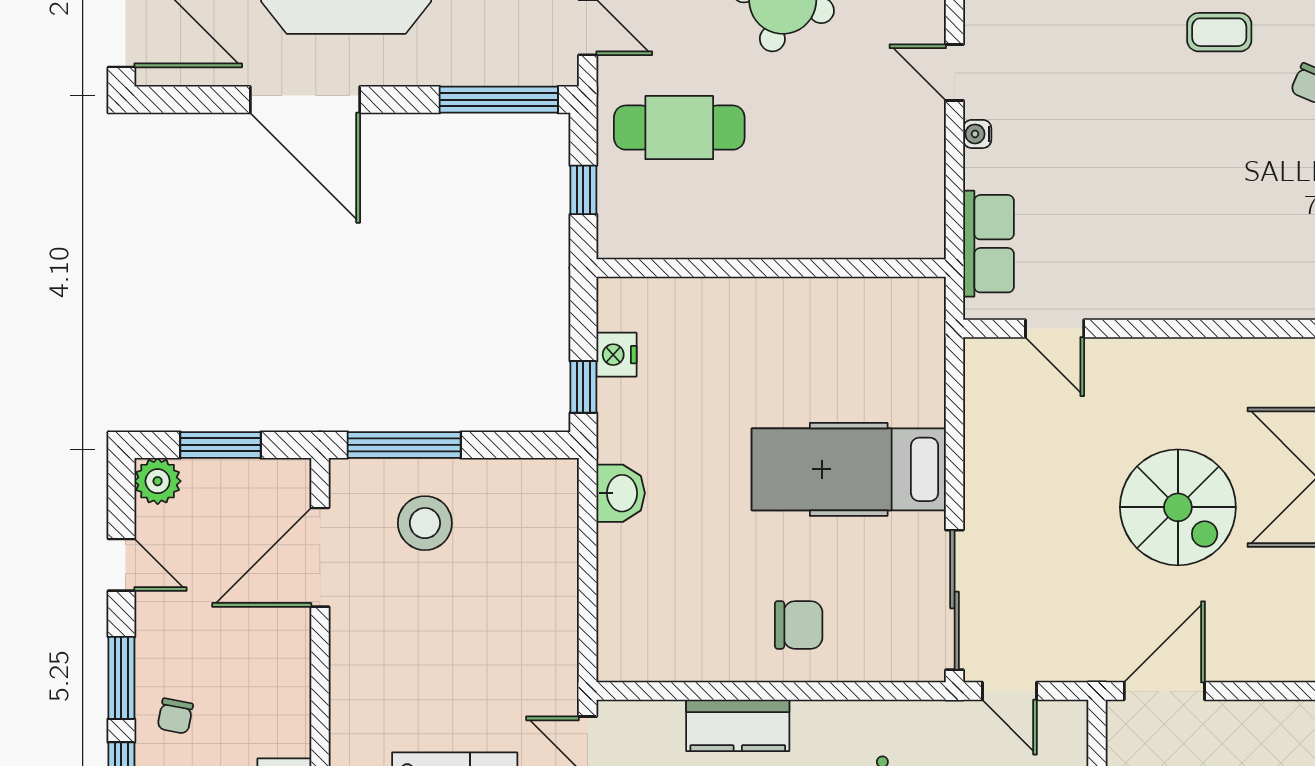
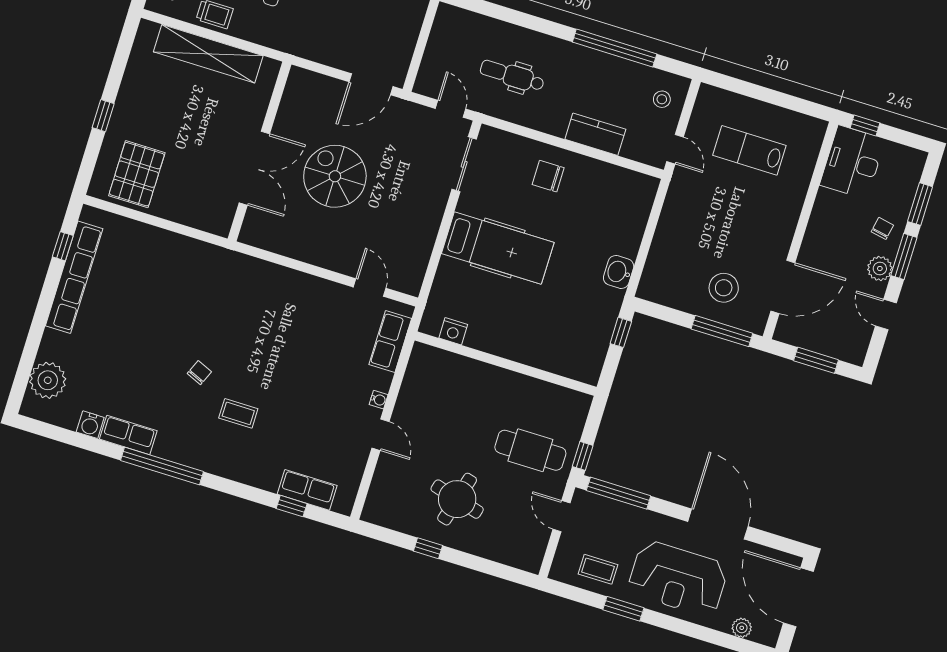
window: (583, 190) -> (583, 456), moved
nightstand: (616, 355) -> (453, 331), moved, turned 90
plant: (158, 481) -> (880, 269), moved
sliding door: (955, 600) -> (464, 164), width x0.73

